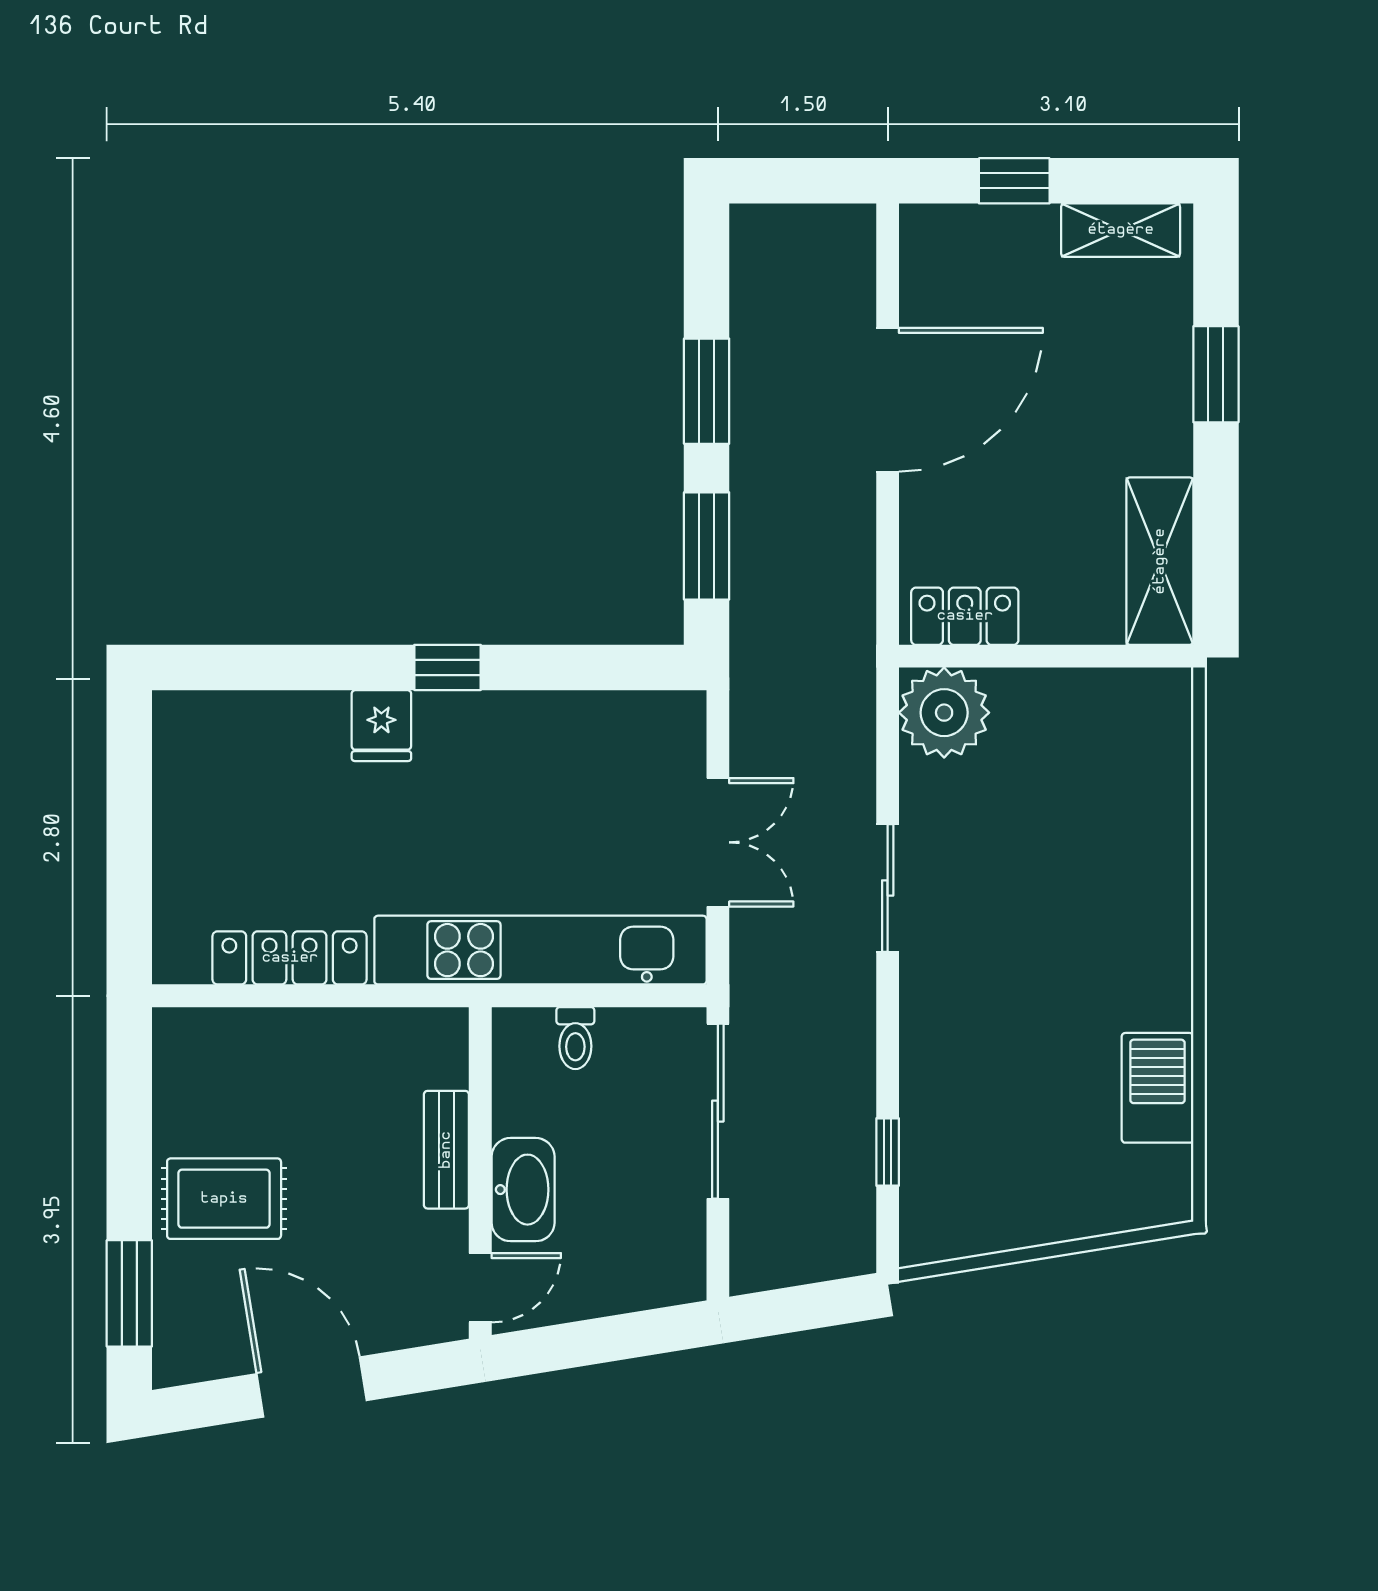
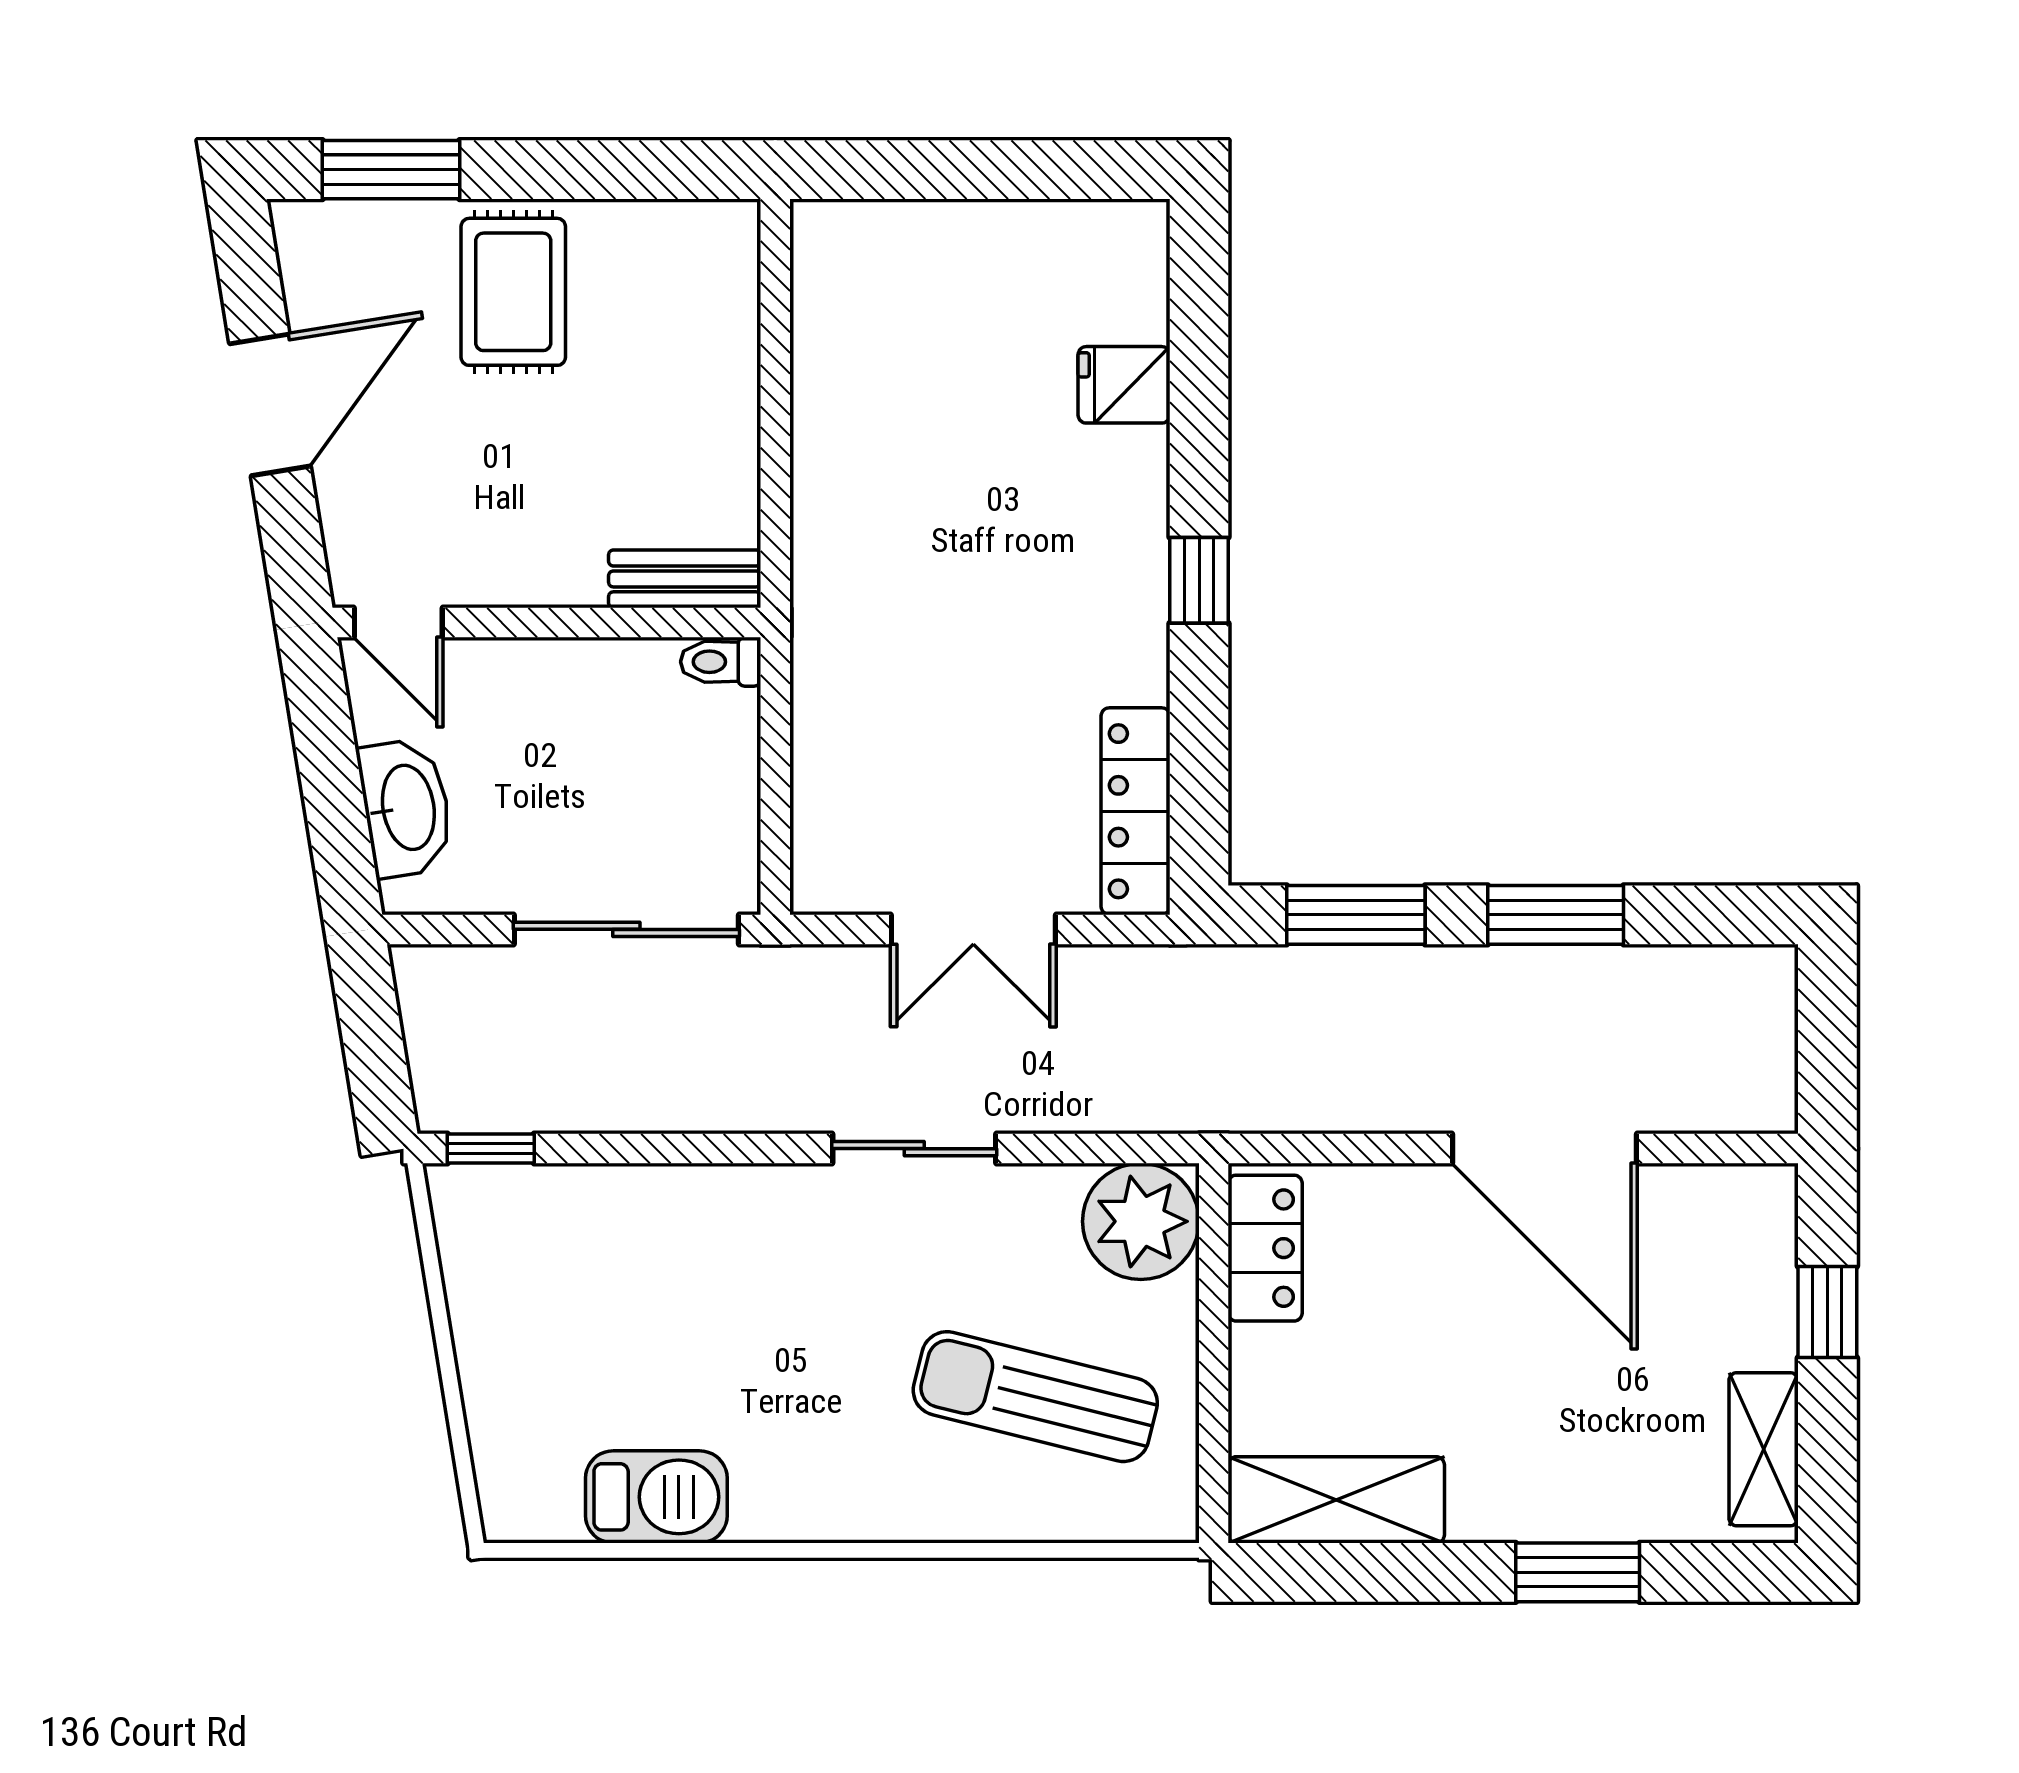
fridge: (381, 726) -> (1124, 385), moved
sun lounger: (1080, 794) -> (1035, 1397), added
kitchen unit: (540, 950) -> (834, 700), removed
locker: (290, 958) -> (1136, 811), moved, turned 180
toilet: (575, 1038) -> (721, 662), moved
bench: (446, 1150) -> (685, 579), moved
window: (888, 1152) -> (491, 1149), moved
washbasin: (523, 1190) -> (406, 808), moved, turned -99

